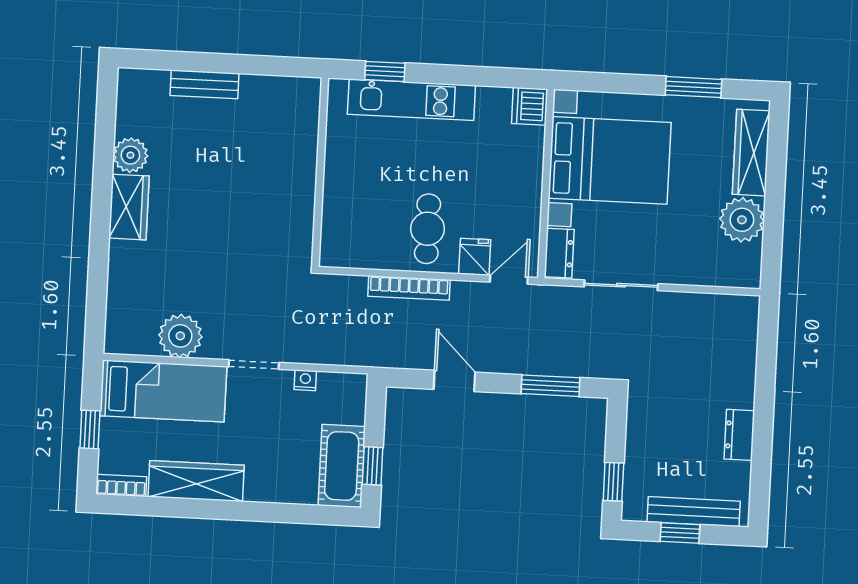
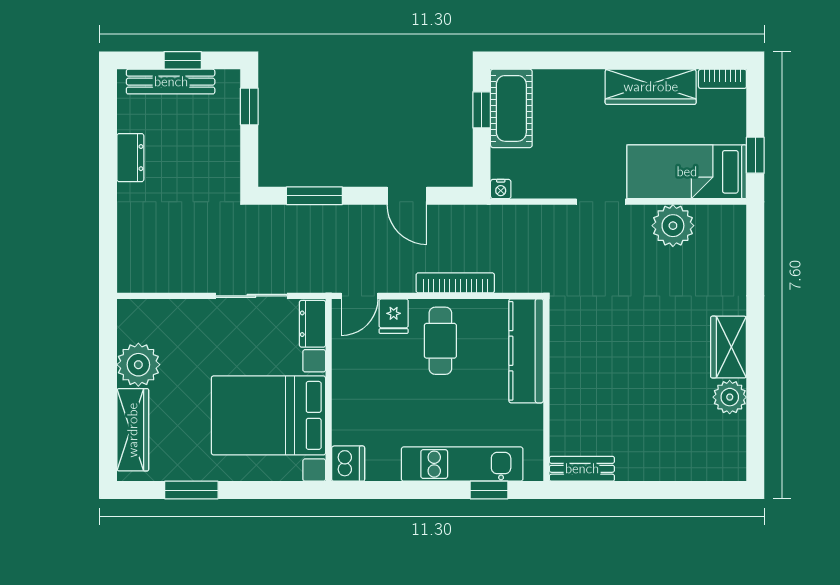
bench: (204, 84) -> (582, 469), moved
kitchen counter: (339, 214) -> (526, 351), added
nightstand: (305, 380) -> (501, 189), moved
window: (90, 429) -> (755, 155), moved

